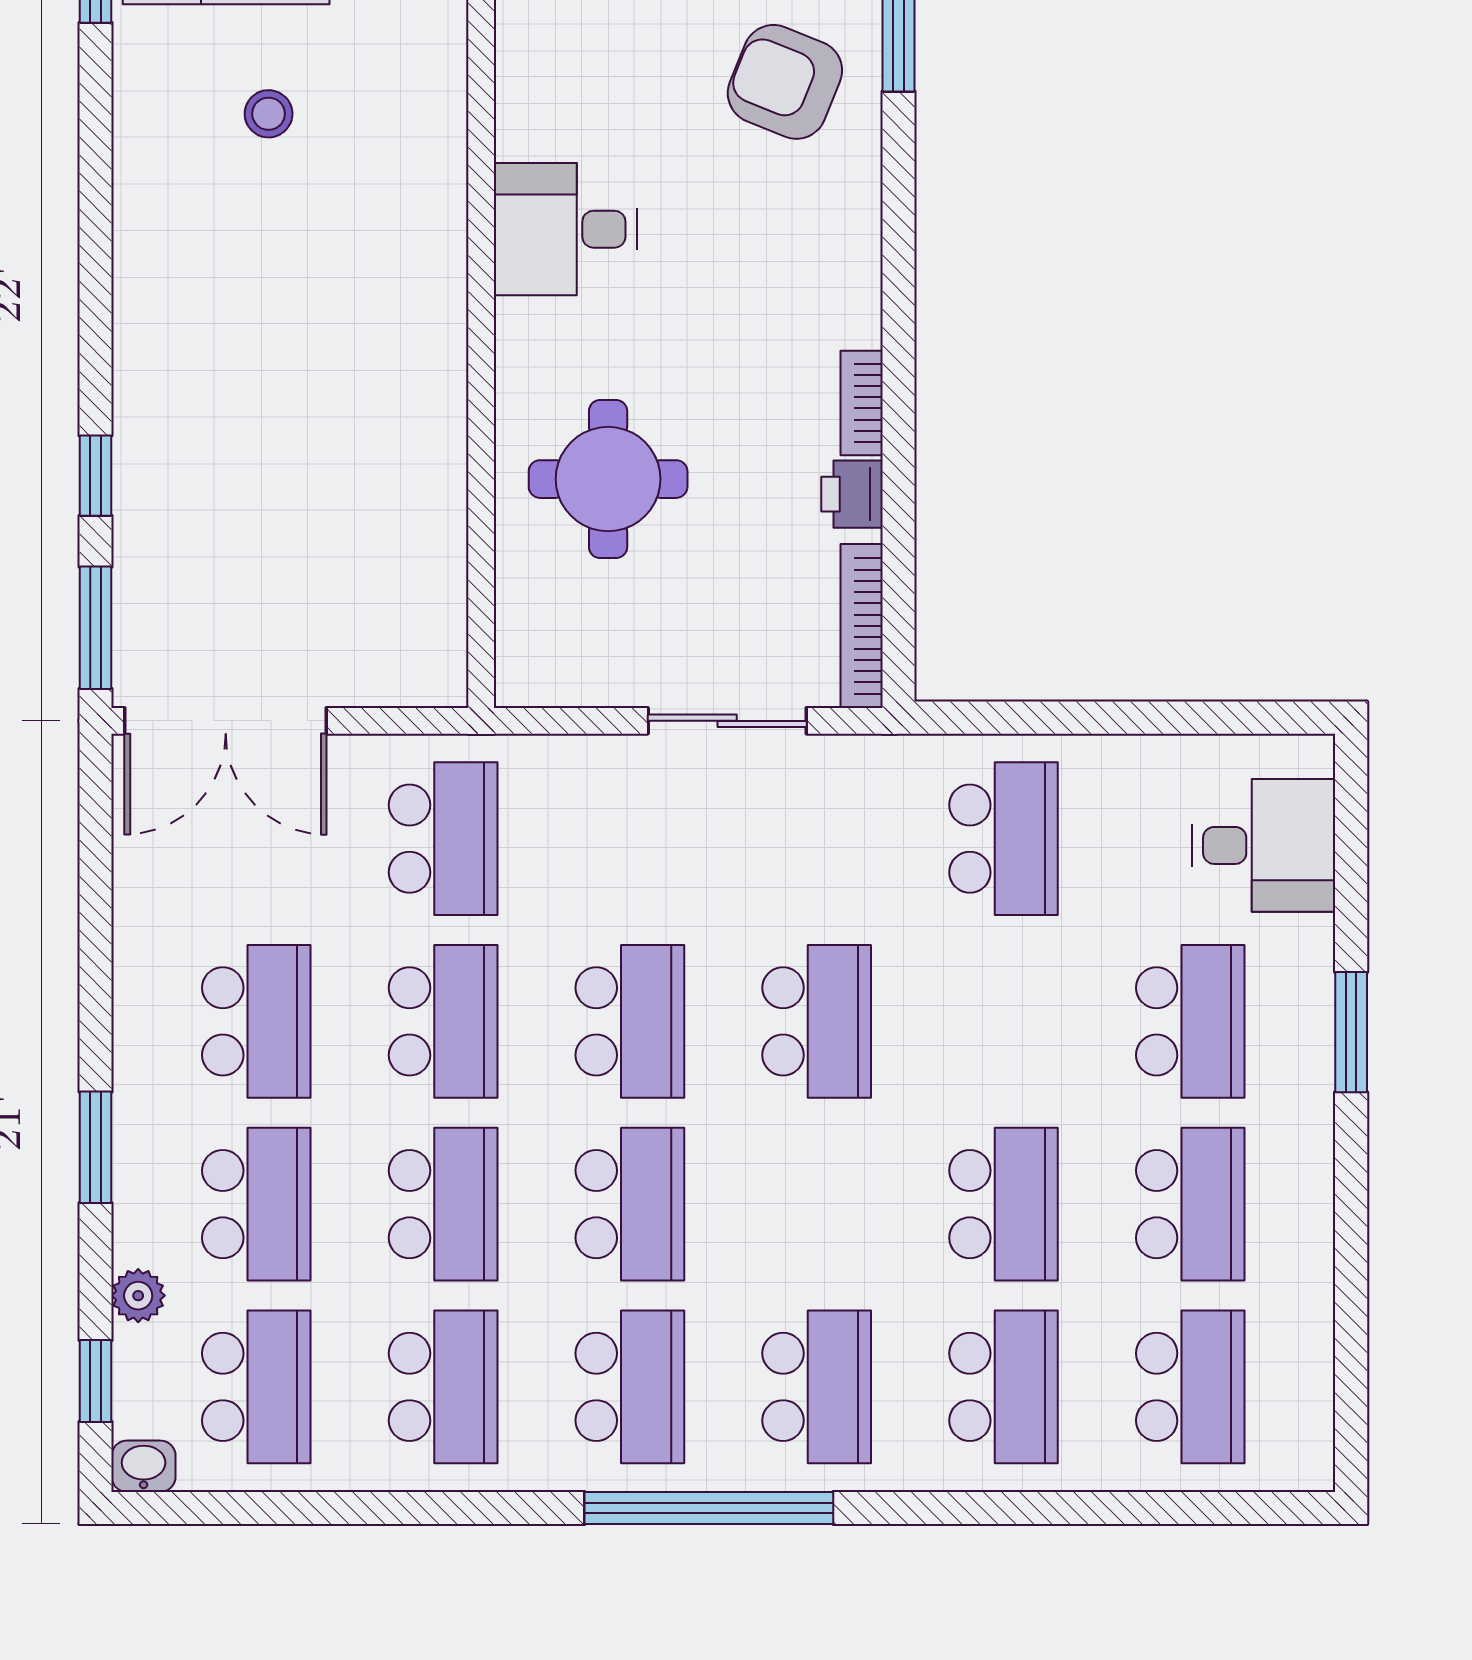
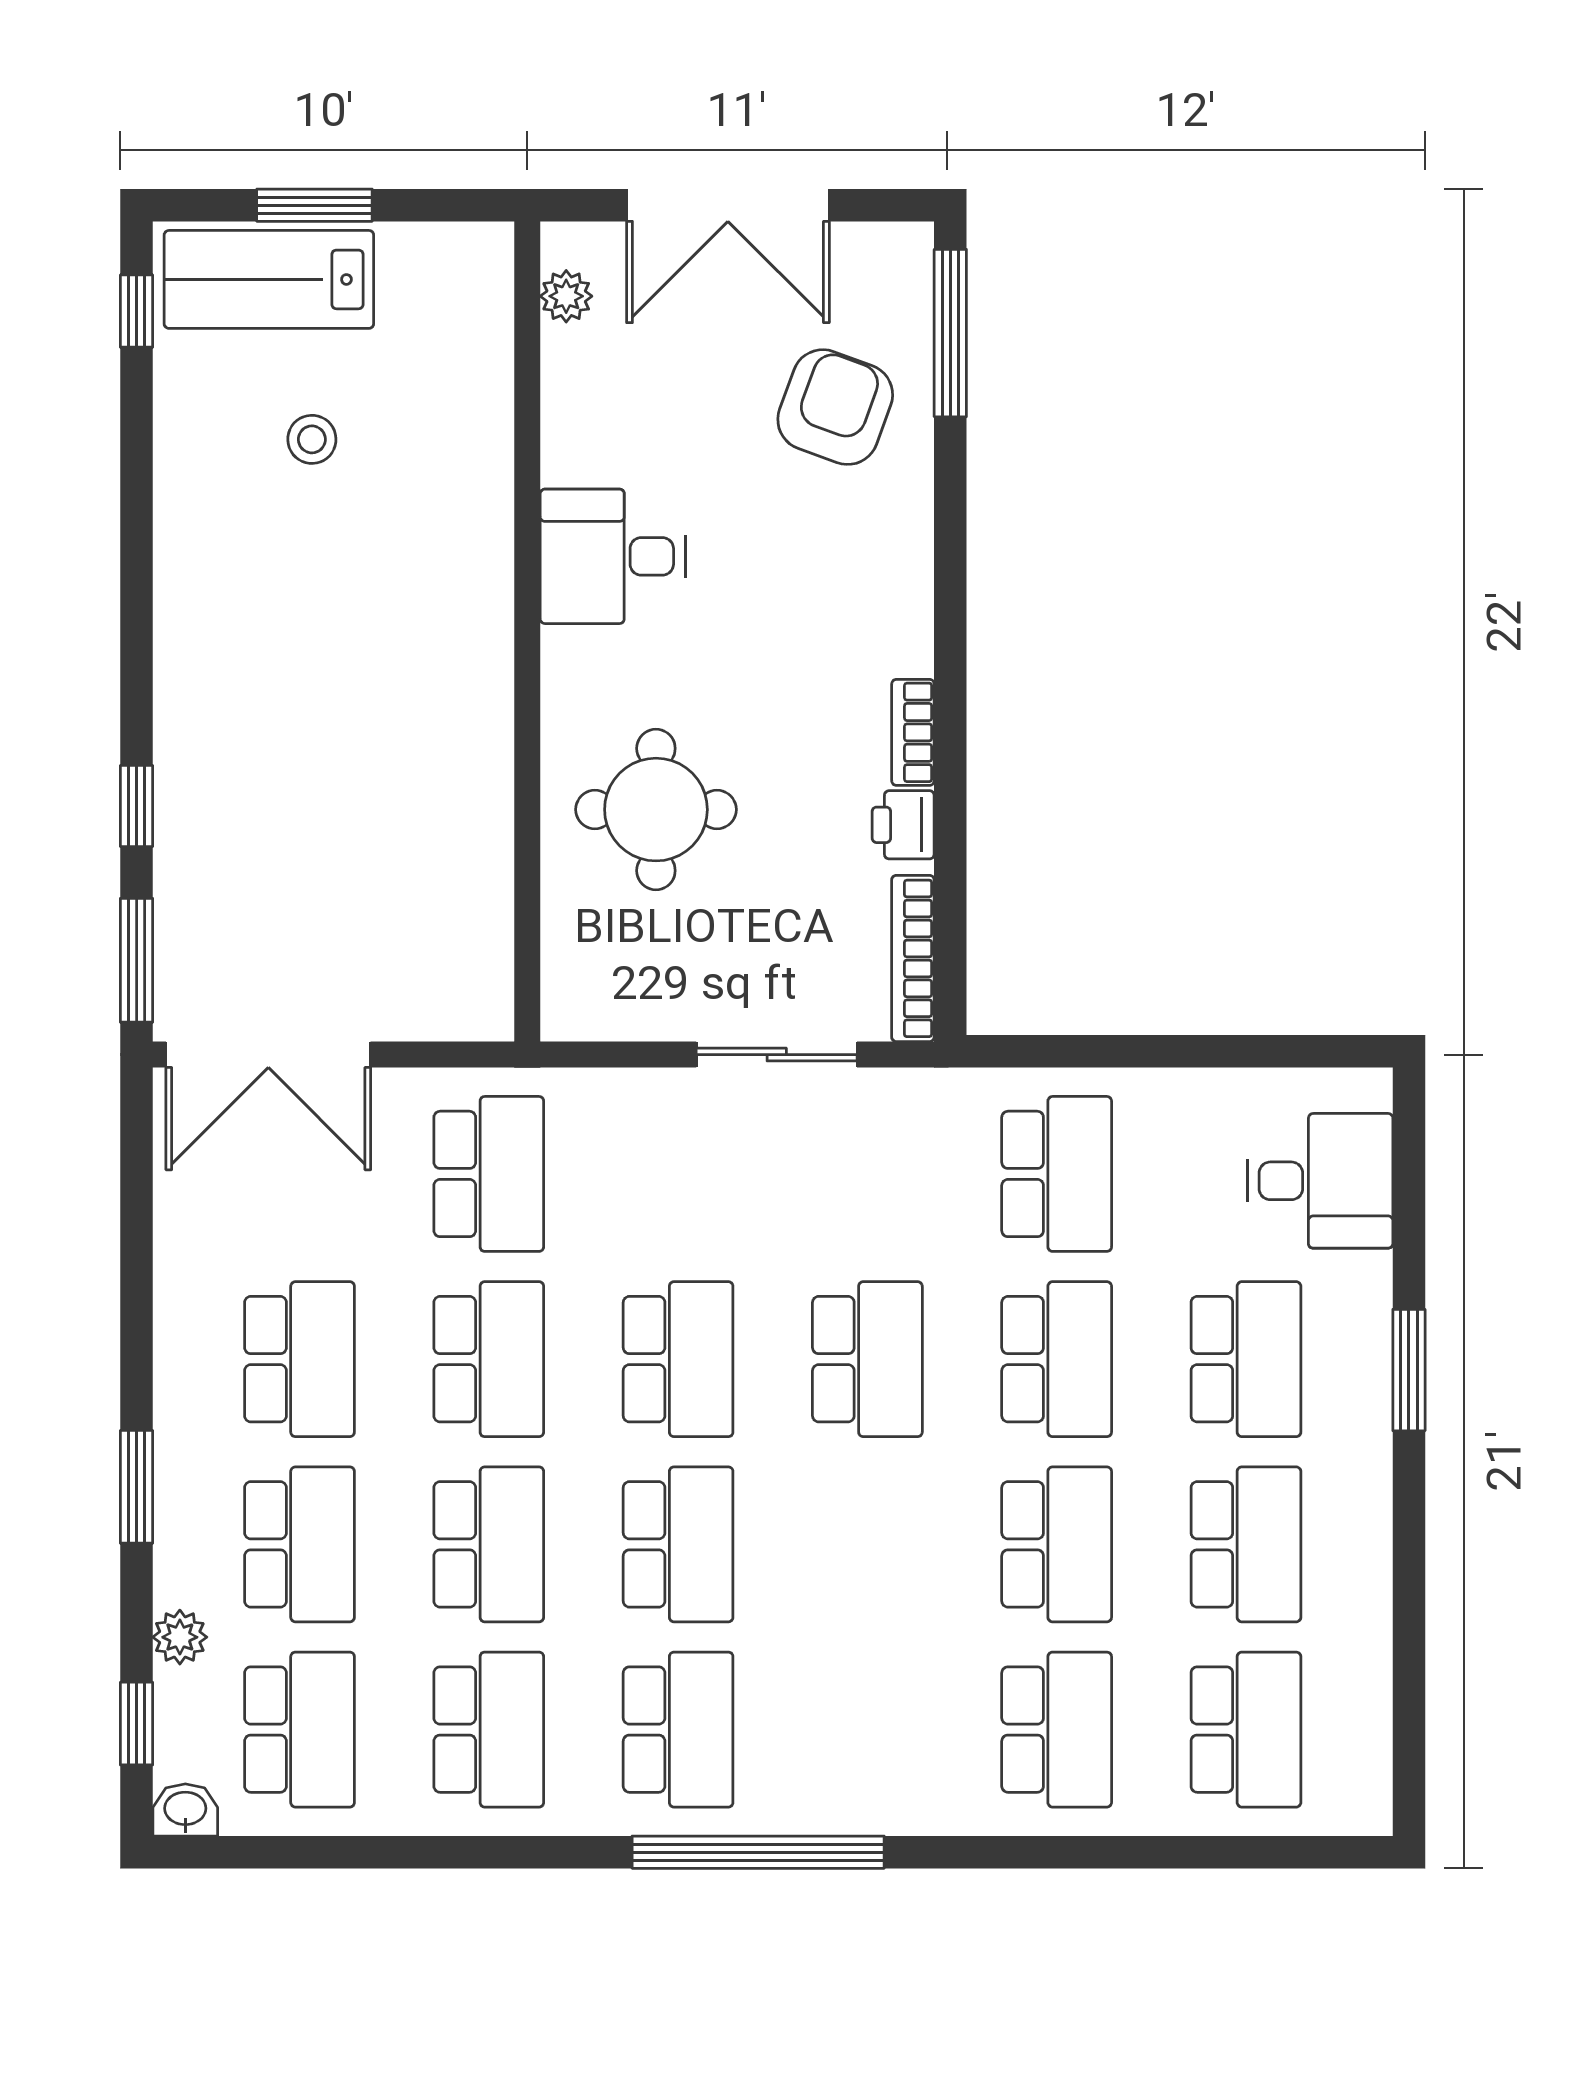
armchair: (785, 82) -> (835, 407), turned 88
school desk: (817, 1387) -> (1057, 1359), moved

